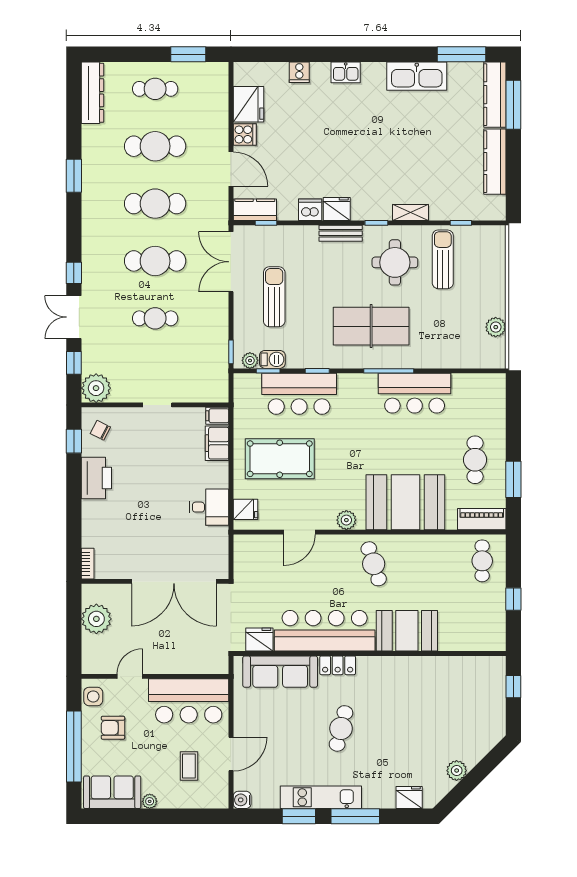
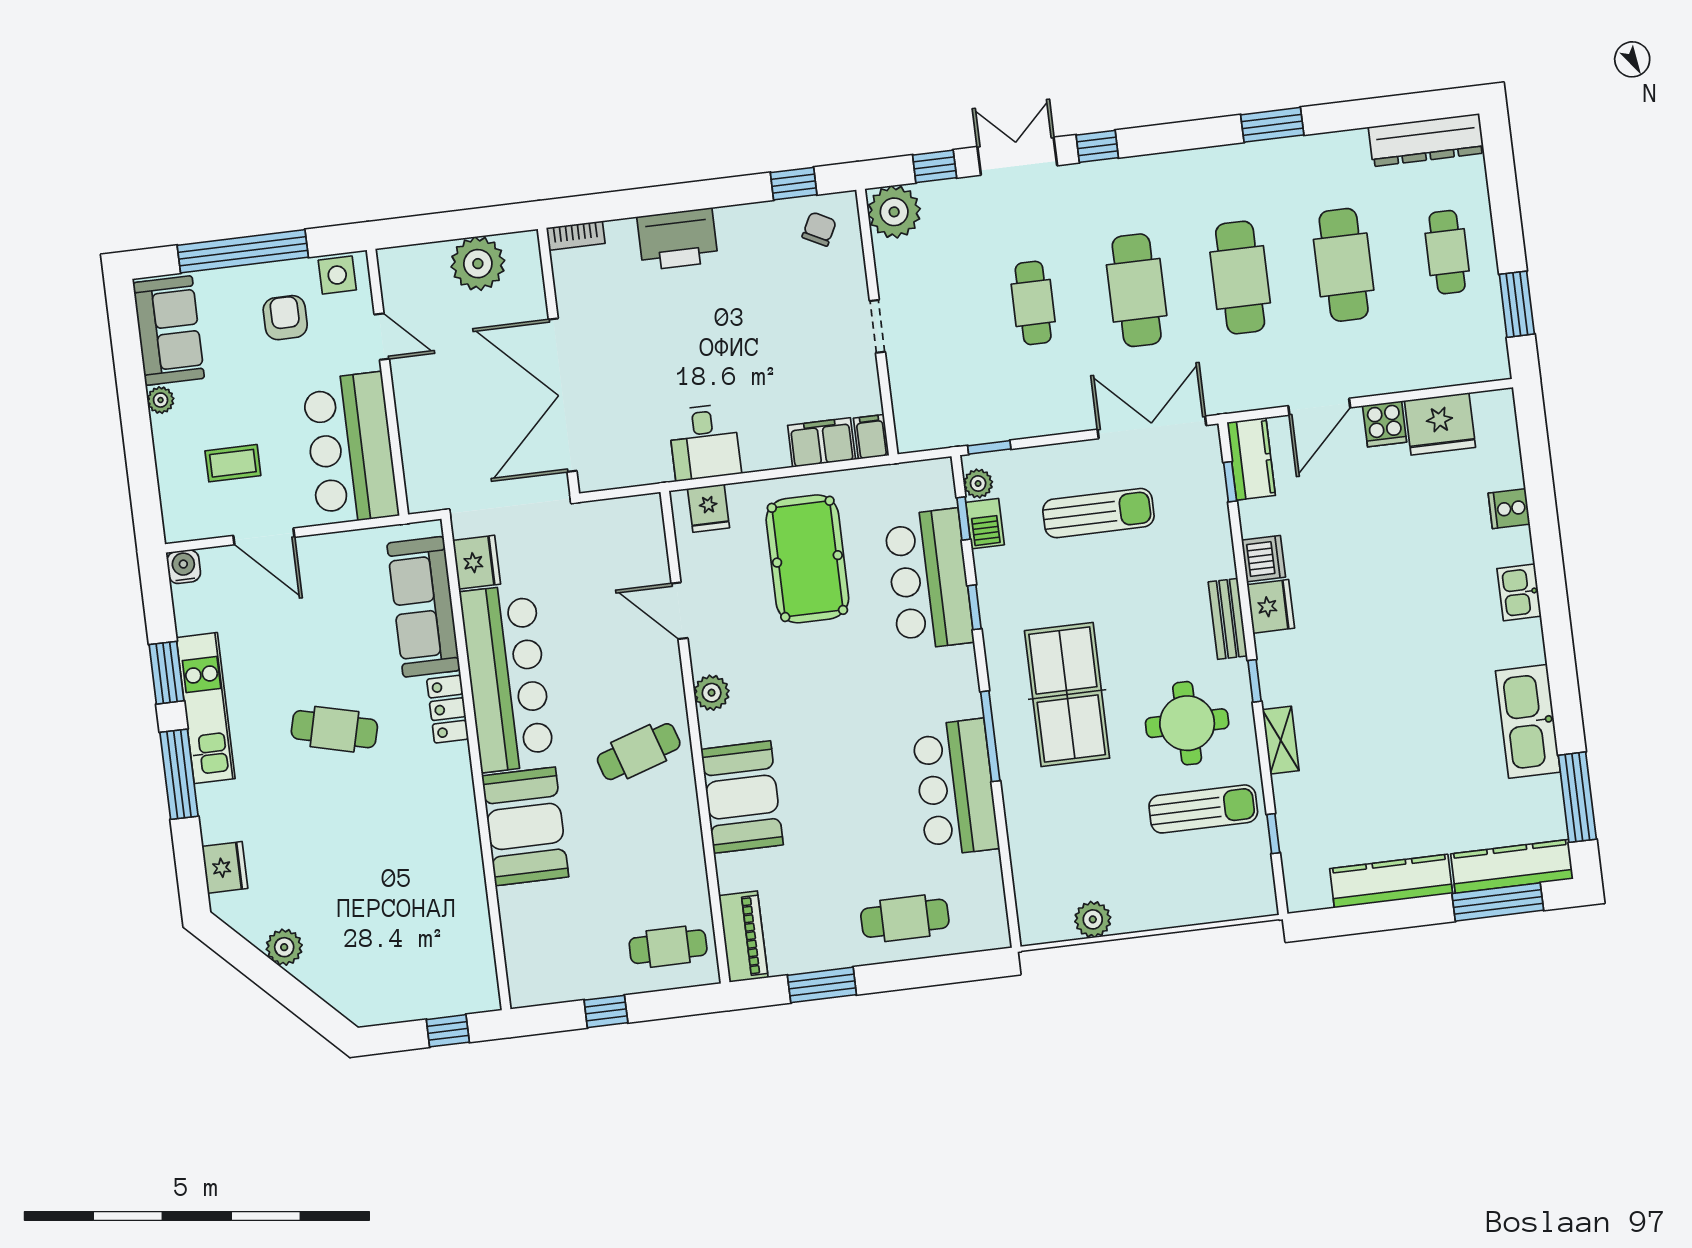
cafe table: (475, 460) -> (905, 918), moved
printer: (96, 478) -> (678, 239), moved
booth: (405, 502) -> (742, 797), width x0.73, depth x0.70

